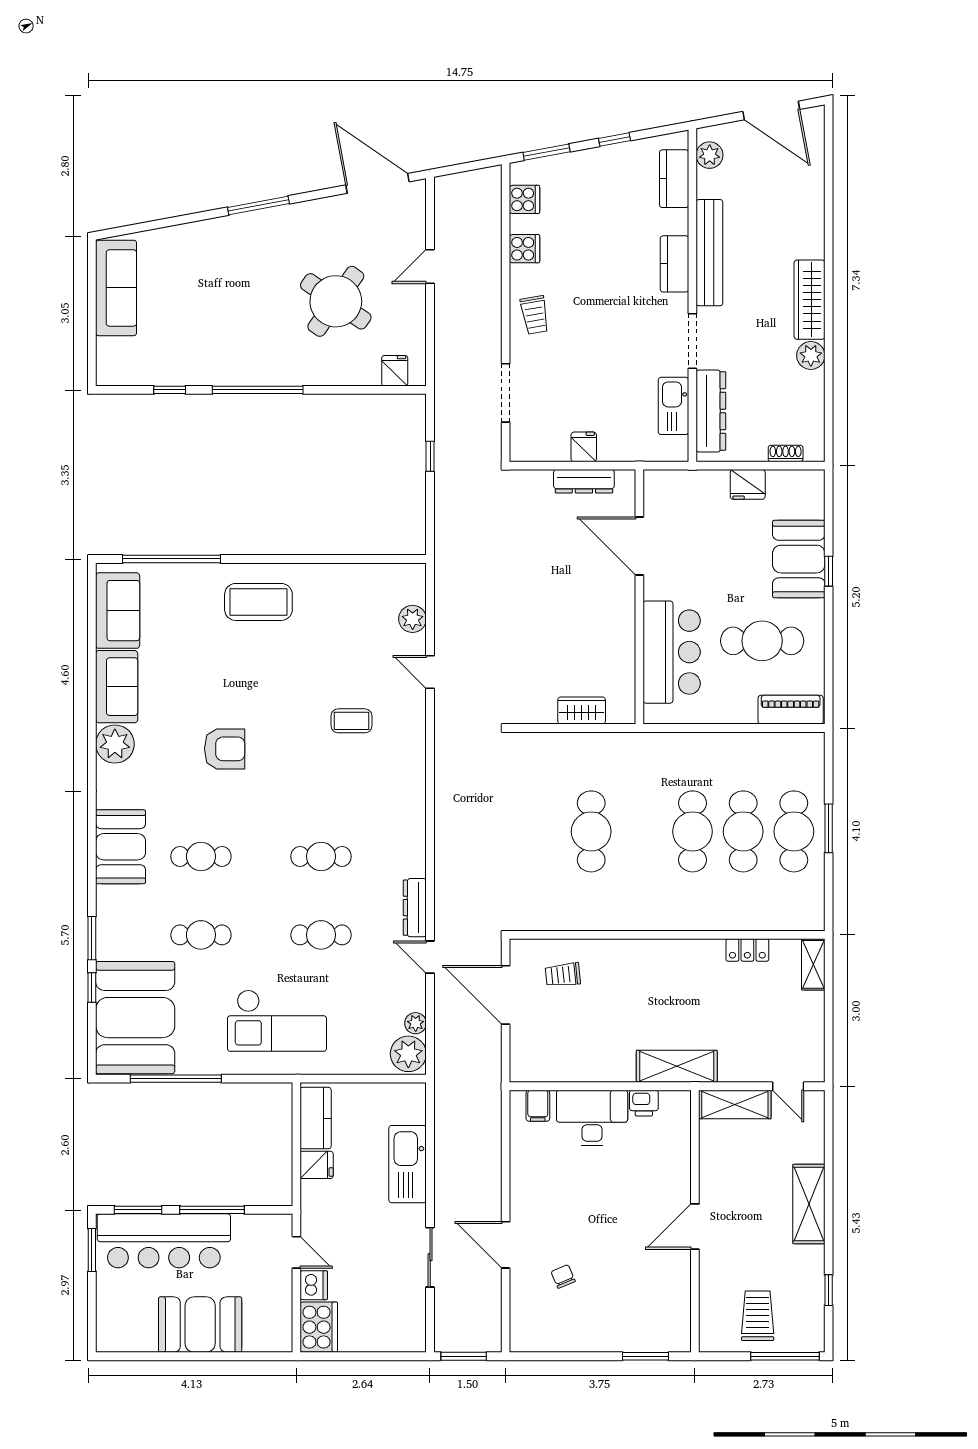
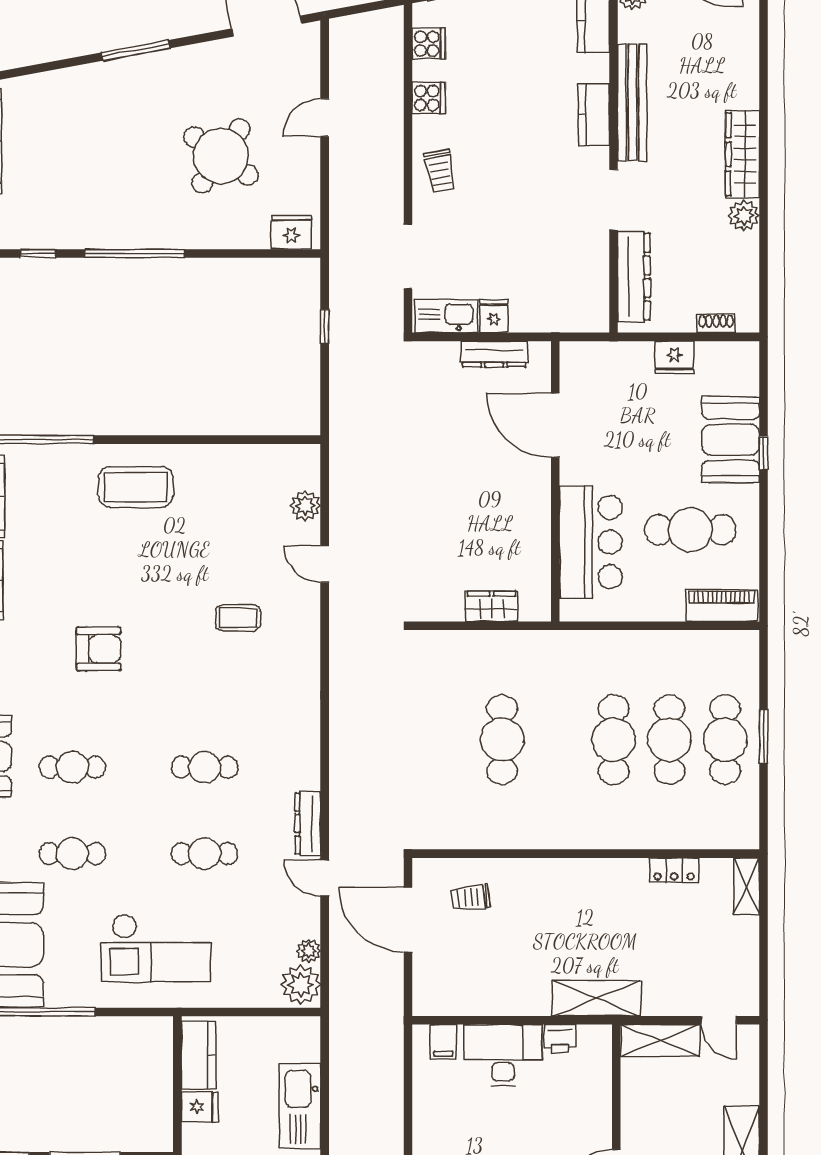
fridge: (395, 371) -> (291, 232), width x1.38
kitchen sink: (673, 406) -> (446, 316), moved, turned 90

